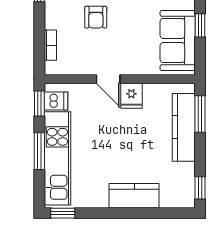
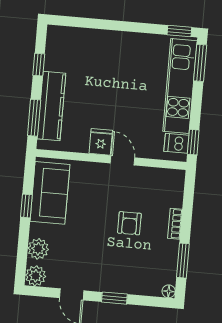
armchair: (96, 17) -> (129, 223), turned 180
bookcase: (50, 45) -> (175, 224), moved
window: (39, 151) -> (200, 63), moved
window: (200, 188) -> (39, 65), moved
kitchen counter: (134, 196) -> (107, 42), removed

